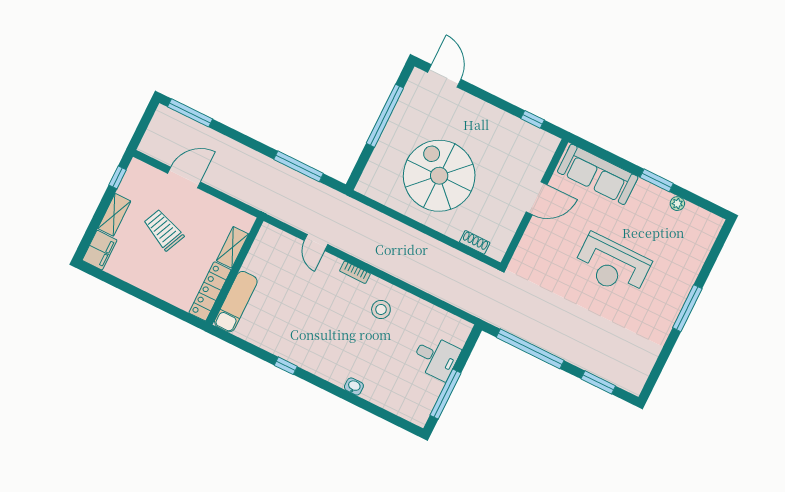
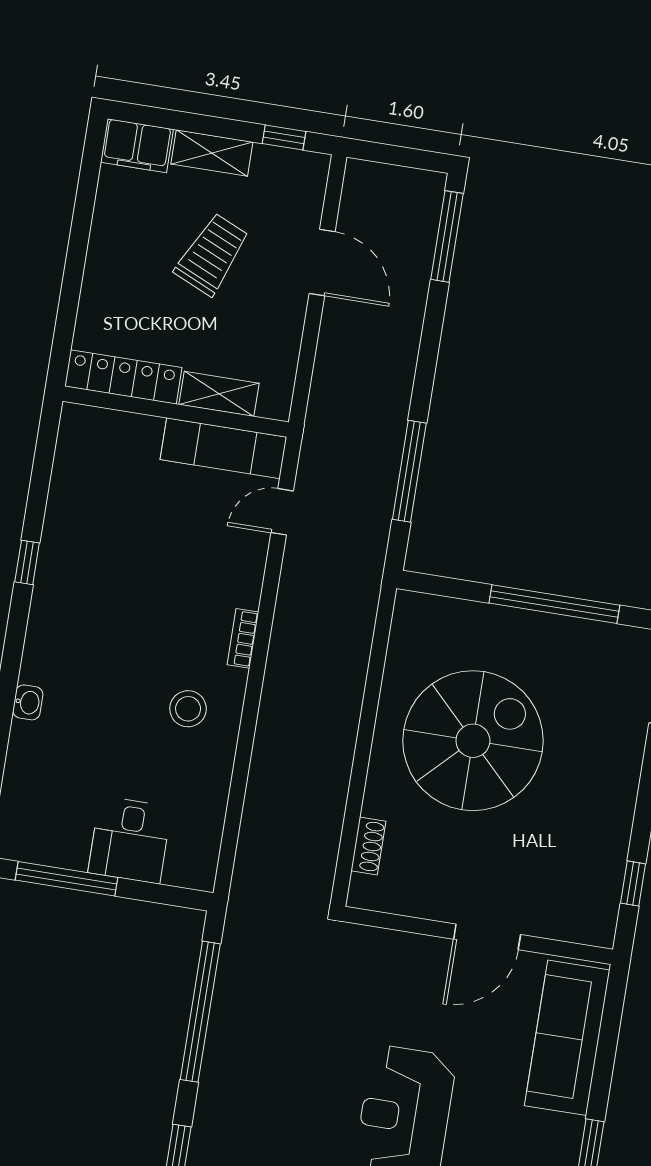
door: (537, 198) -> (487, 937), hinge flipped
door: (316, 243) -> (282, 512), moved
exam couch: (236, 302) -> (223, 448), moved

